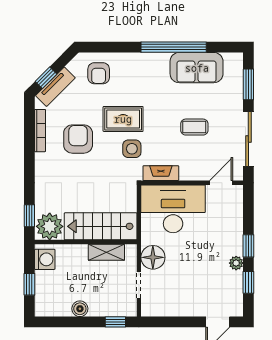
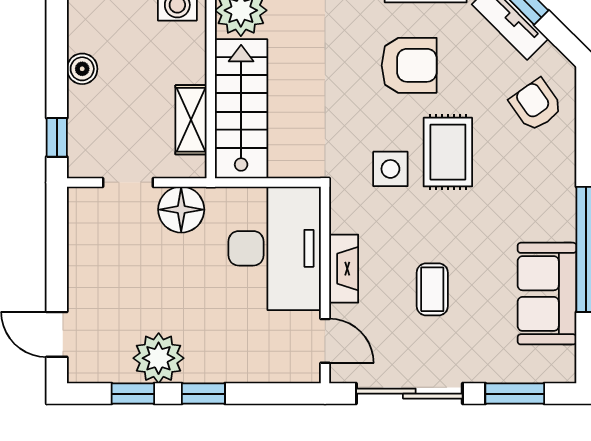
armchair: (99, 73) -> (536, 105), turned 55
fireplace: (161, 173) -> (344, 269), moved
plant: (236, 263) -> (159, 358), width x1.88, depth x1.88

